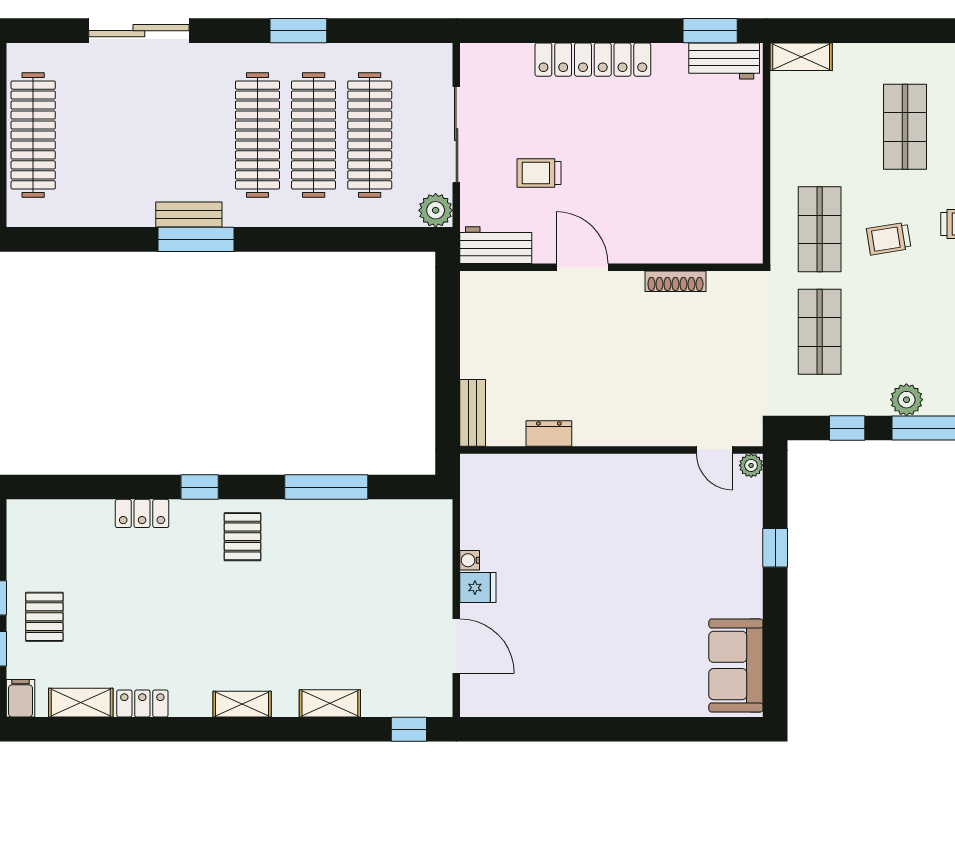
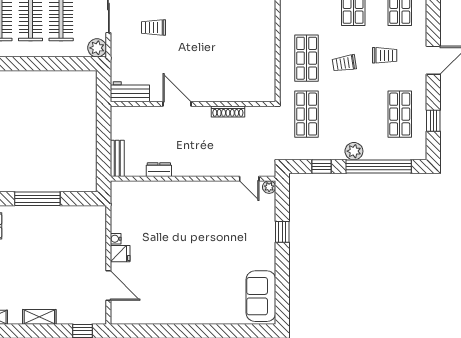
workbench: (496, 245) -> (130, 92), moved
door: (582, 267) -> (177, 104), moved
wall: (611, 267) -> (193, 104), moved
shoe rack: (675, 281) -> (228, 111), moved

